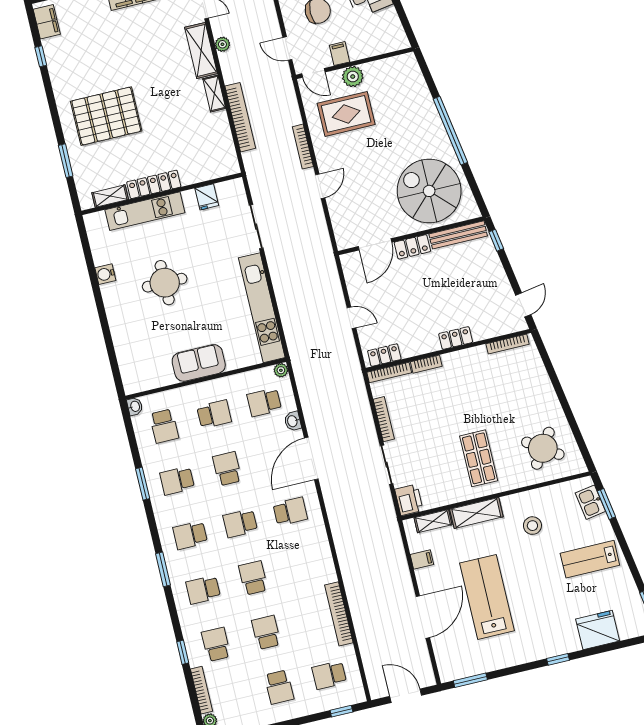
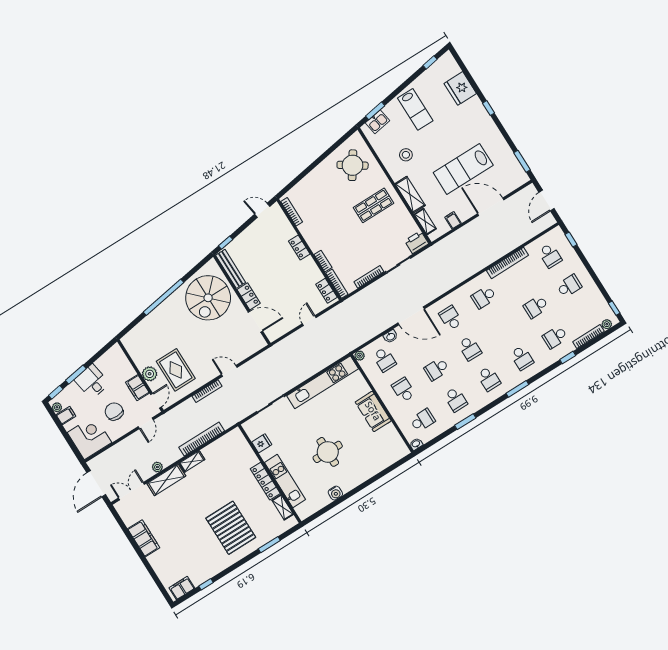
filing cabinet: (339, 54) -> (137, 388), width x2.00
school desk: (253, 578) -> (484, 297), moved

